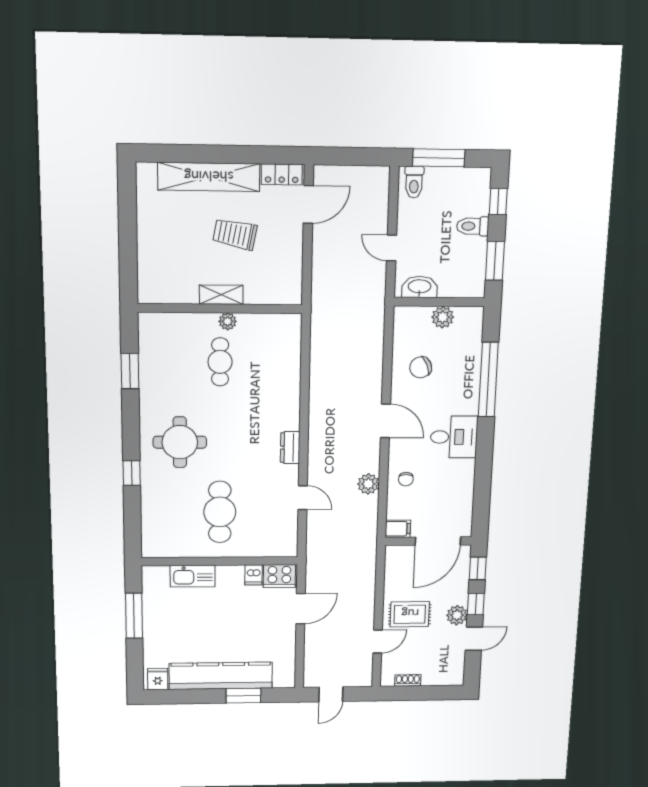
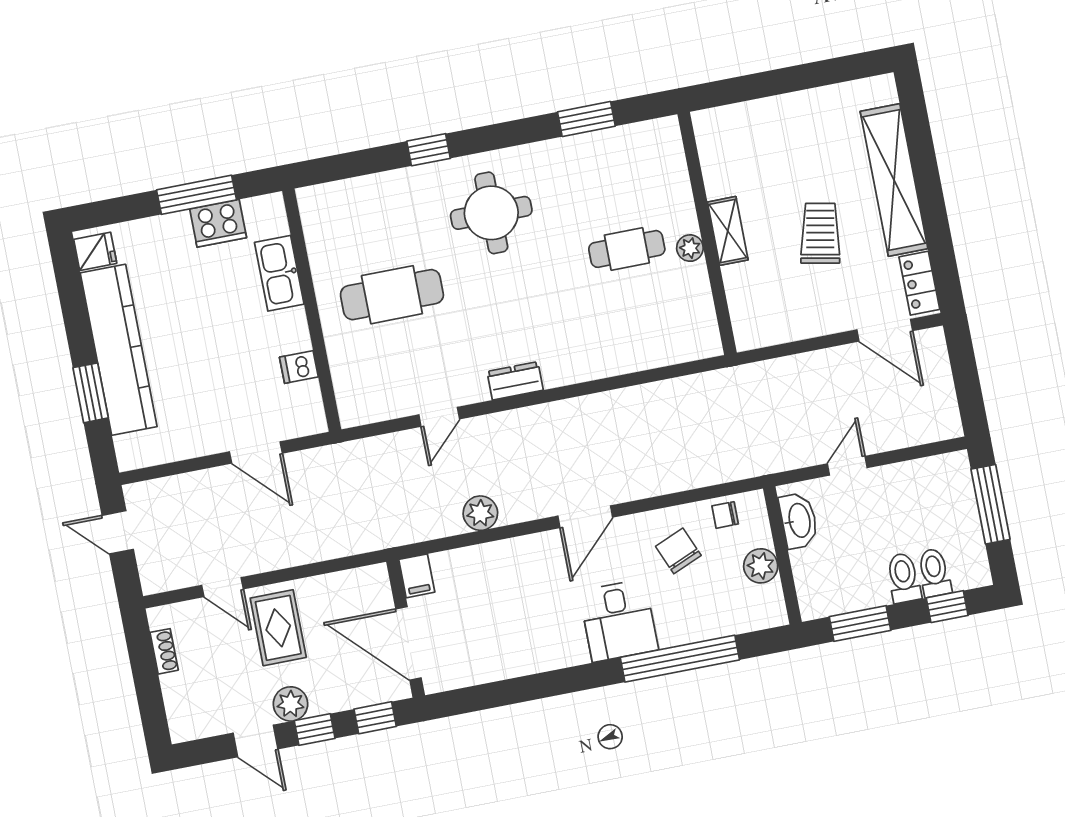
toilet: (414, 182) -> (934, 573), moved, turned 90
desk: (454, 437) -> (619, 620), moved
chair: (406, 479) -> (725, 515), moved
cooker: (279, 576) -> (218, 223), moved, turned -90

